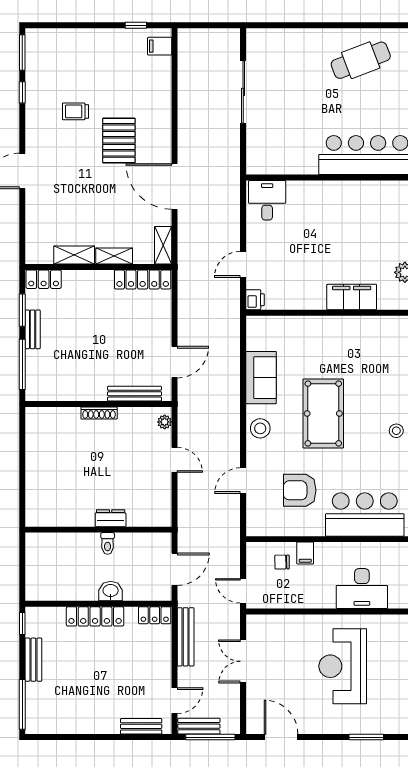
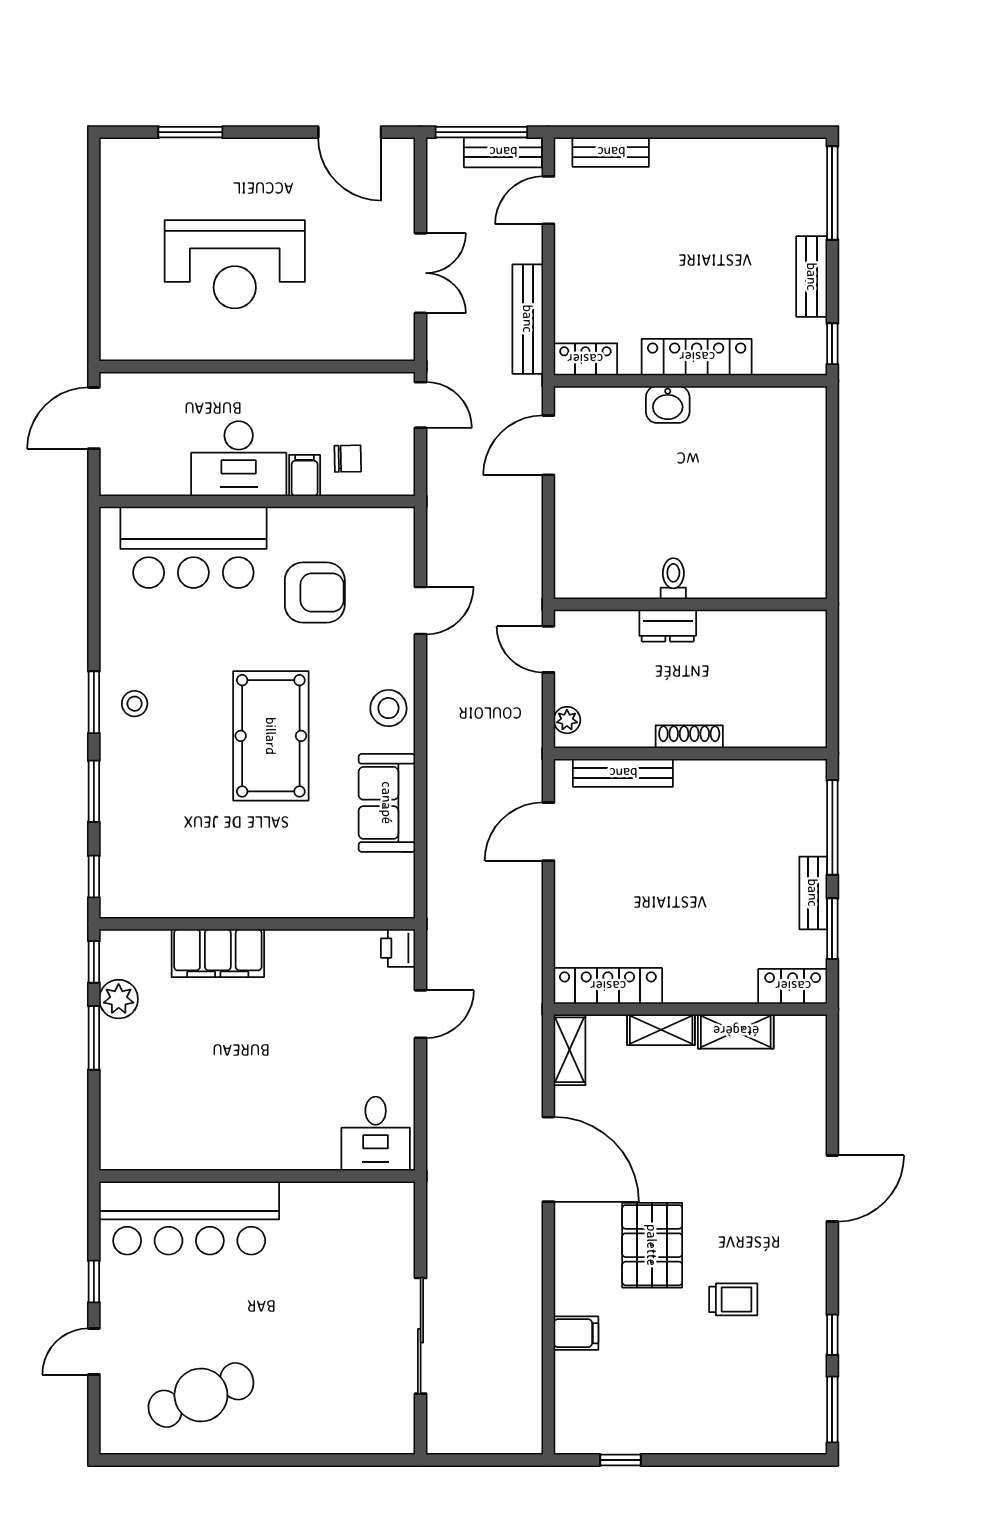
filing cabinet: (160, 46) -> (576, 1333), moved
dresser: (111, 518) -> (668, 626), moved
wall: (98, 530) -> (690, 604), moved
toilet: (108, 543) -> (673, 579), moved
desk: (362, 589) -> (239, 459), moved, turned 180
reception desk: (343, 666) -> (235, 264), turned 90

